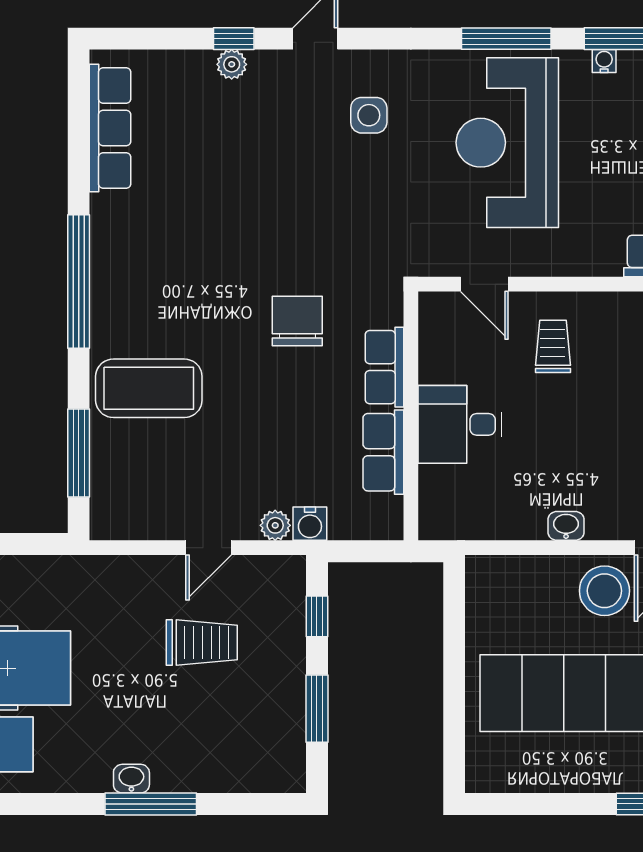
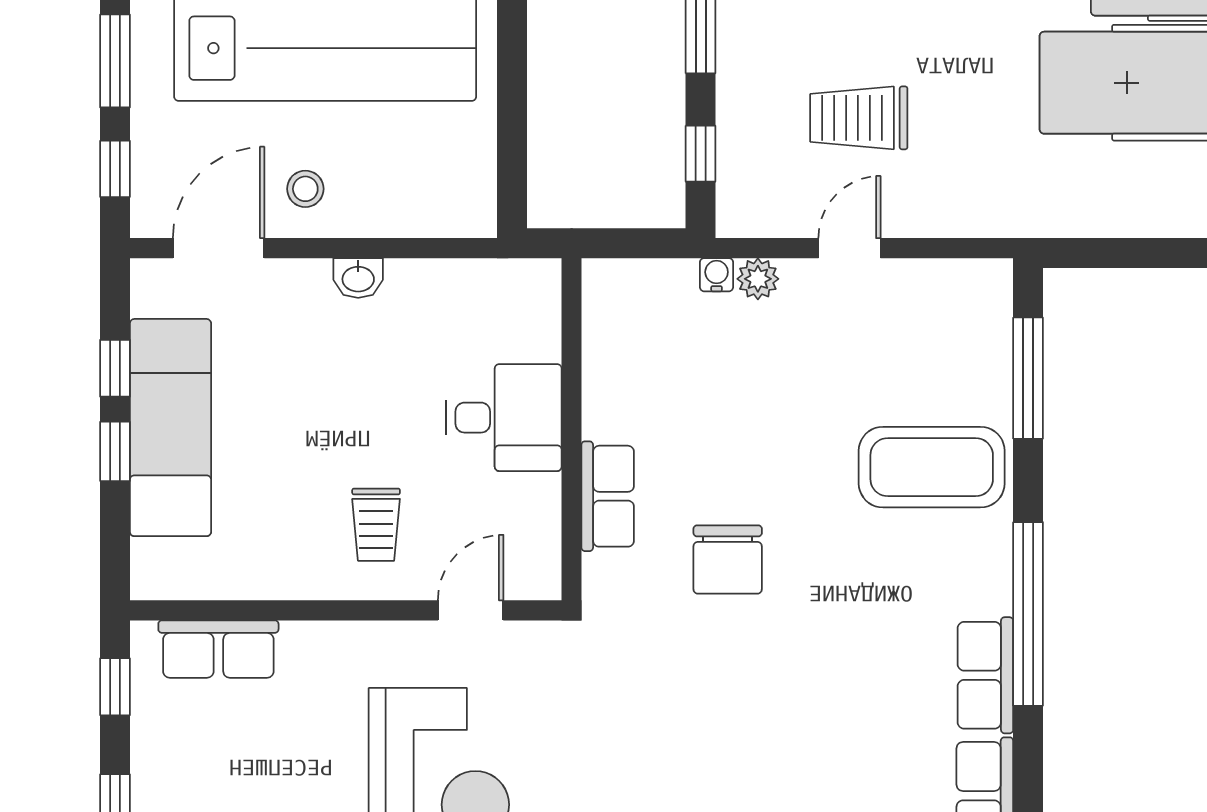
door: (484, 284) -> (471, 610), hinge flipped
row of seats: (383, 452) -> (985, 675), moved, turned 180
water cooler: (310, 524) -> (717, 275), width x0.72, depth x0.72
stool: (604, 591) -> (305, 189), width x0.53, depth x0.53

